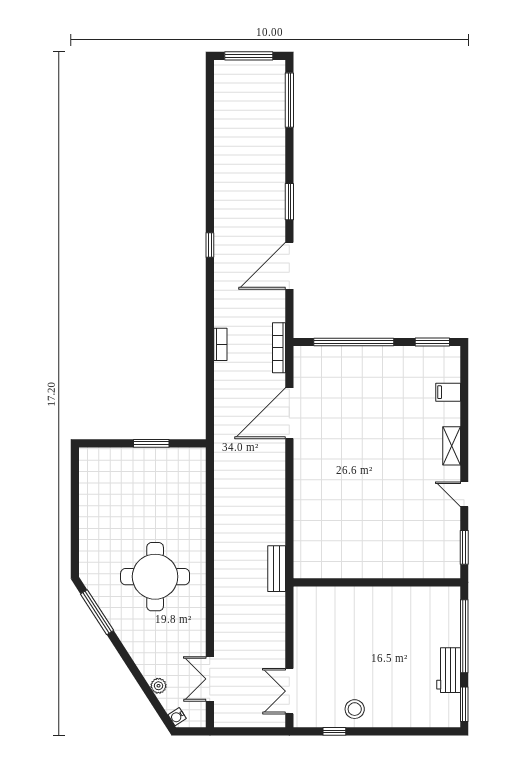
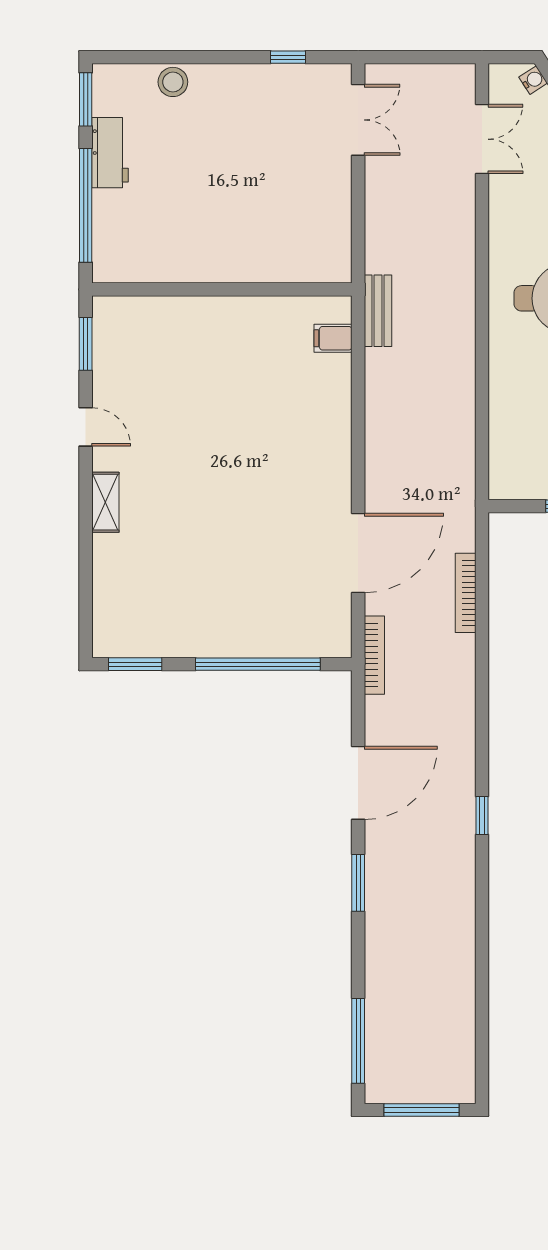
bookcase: (220, 344) -> (466, 593), moved, width x1.56
filing cabinet: (448, 392) -> (333, 338), moved, turned 180
stool: (355, 709) -> (173, 82), moved

